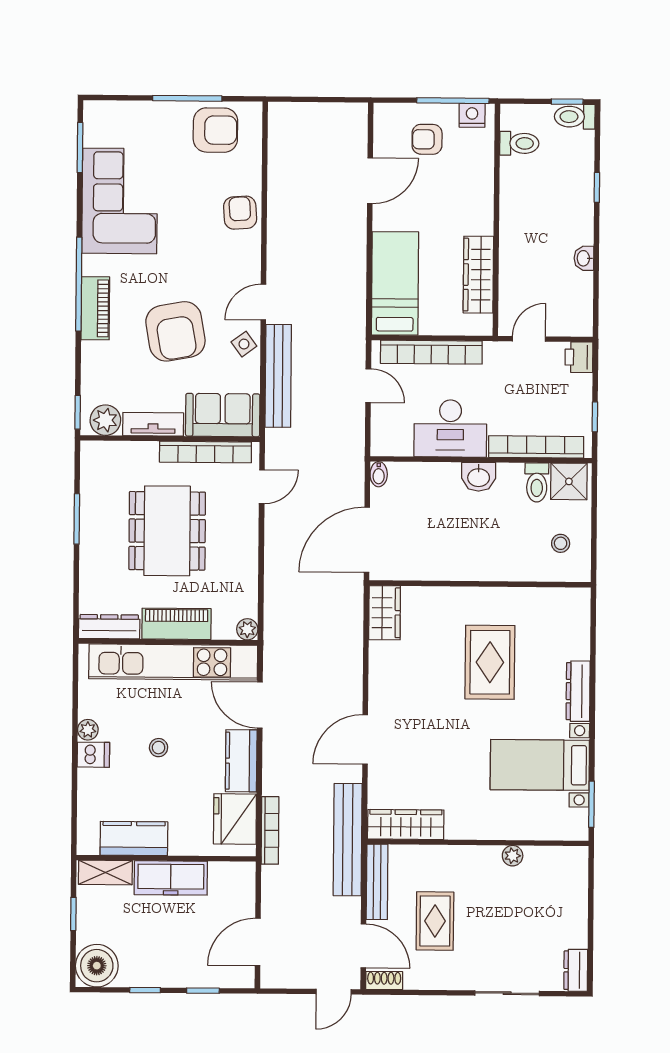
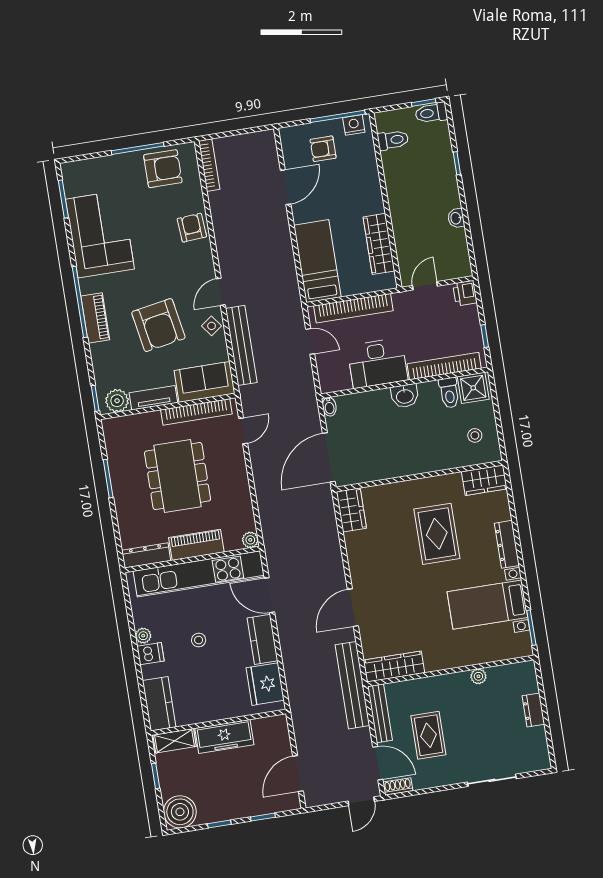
wardrobe: (563, 603) -> (484, 480), added
bookcase: (270, 830) -> (209, 165), moved
kitchen counter: (134, 838) -> (159, 704), moved, turned 90
dresser: (576, 970) -> (533, 710), moved

